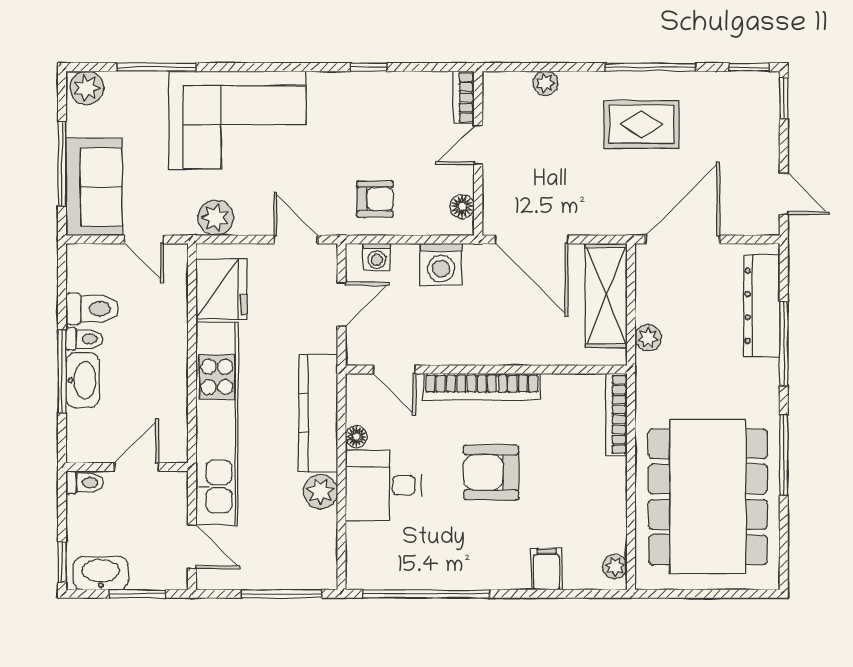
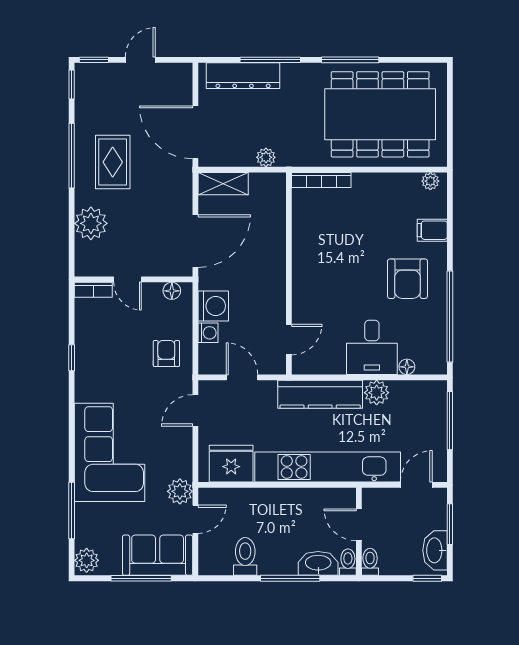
plant: (545, 83) -> (91, 223), width x1.88, depth x1.88
door: (784, 194) -> (140, 60), moved
plant: (216, 218) -> (180, 491), moved
washing machine: (377, 257) -> (208, 333), moved
shelving: (606, 296) -> (223, 184), width x0.67, depth x0.75
toilet: (84, 339) -> (348, 562), moved
washbasin: (83, 380) -> (318, 563), moved
bookcase: (482, 387) -> (301, 277), removed
floor lamp: (356, 437) -> (407, 367), moved
armchair: (491, 472) -> (407, 279), moved

